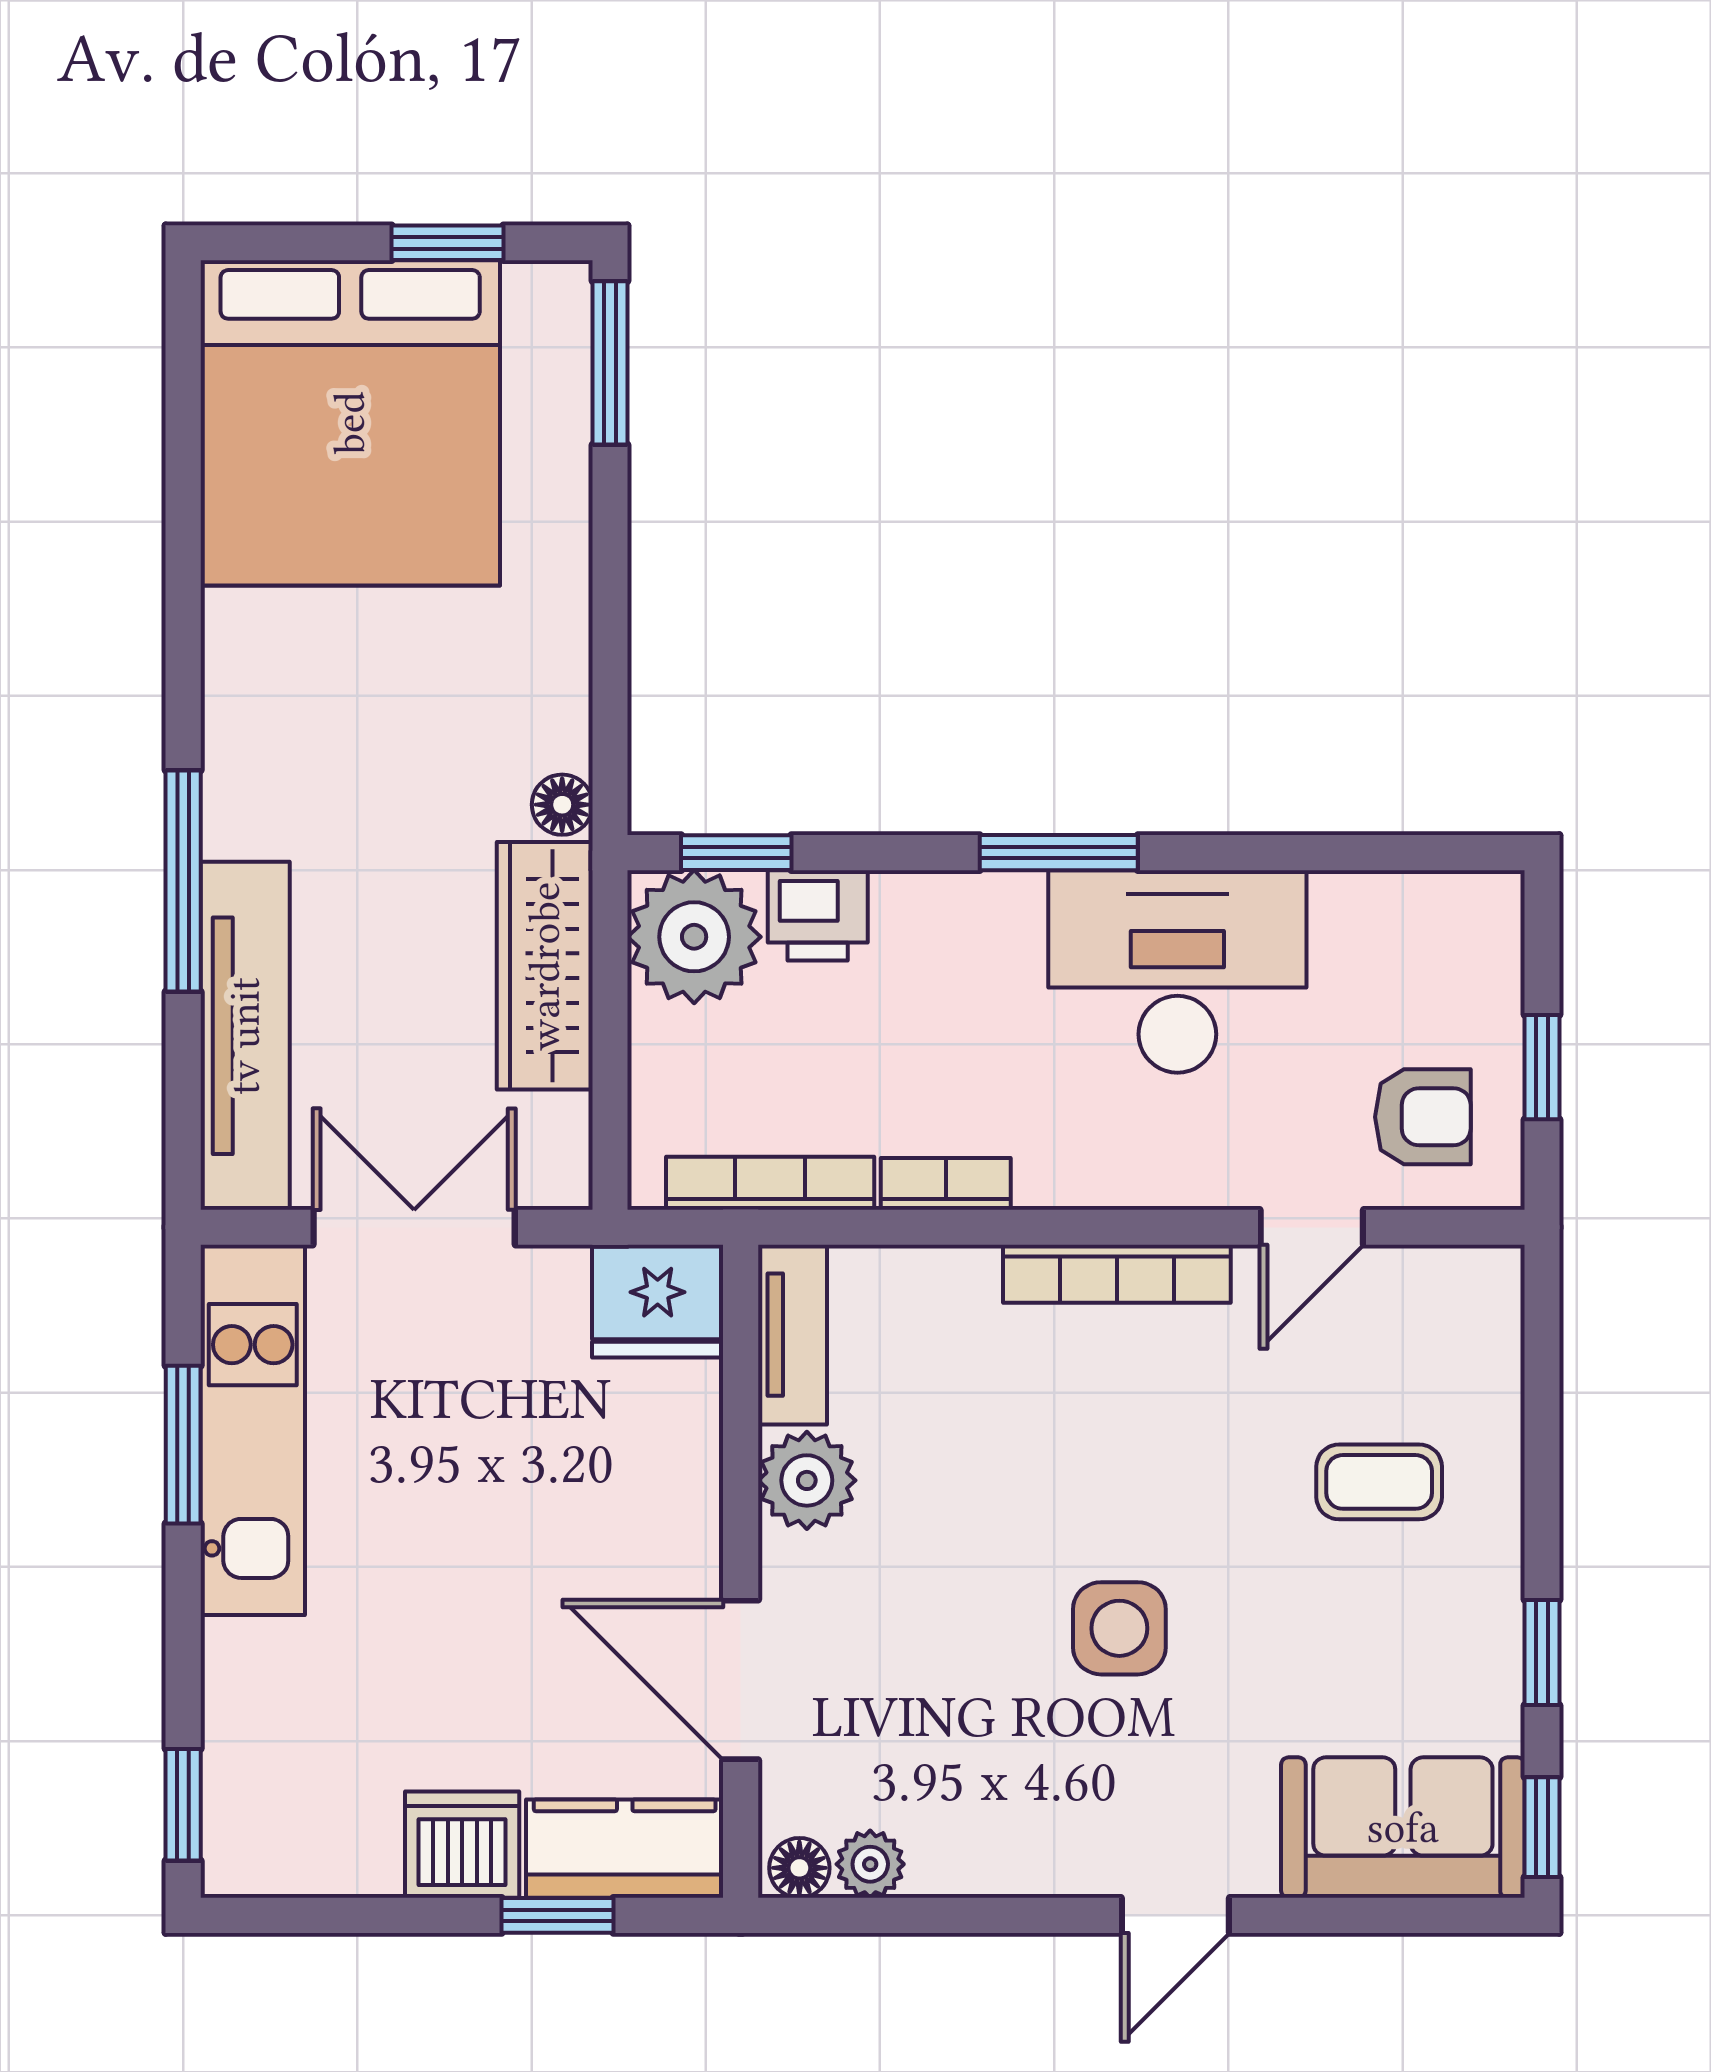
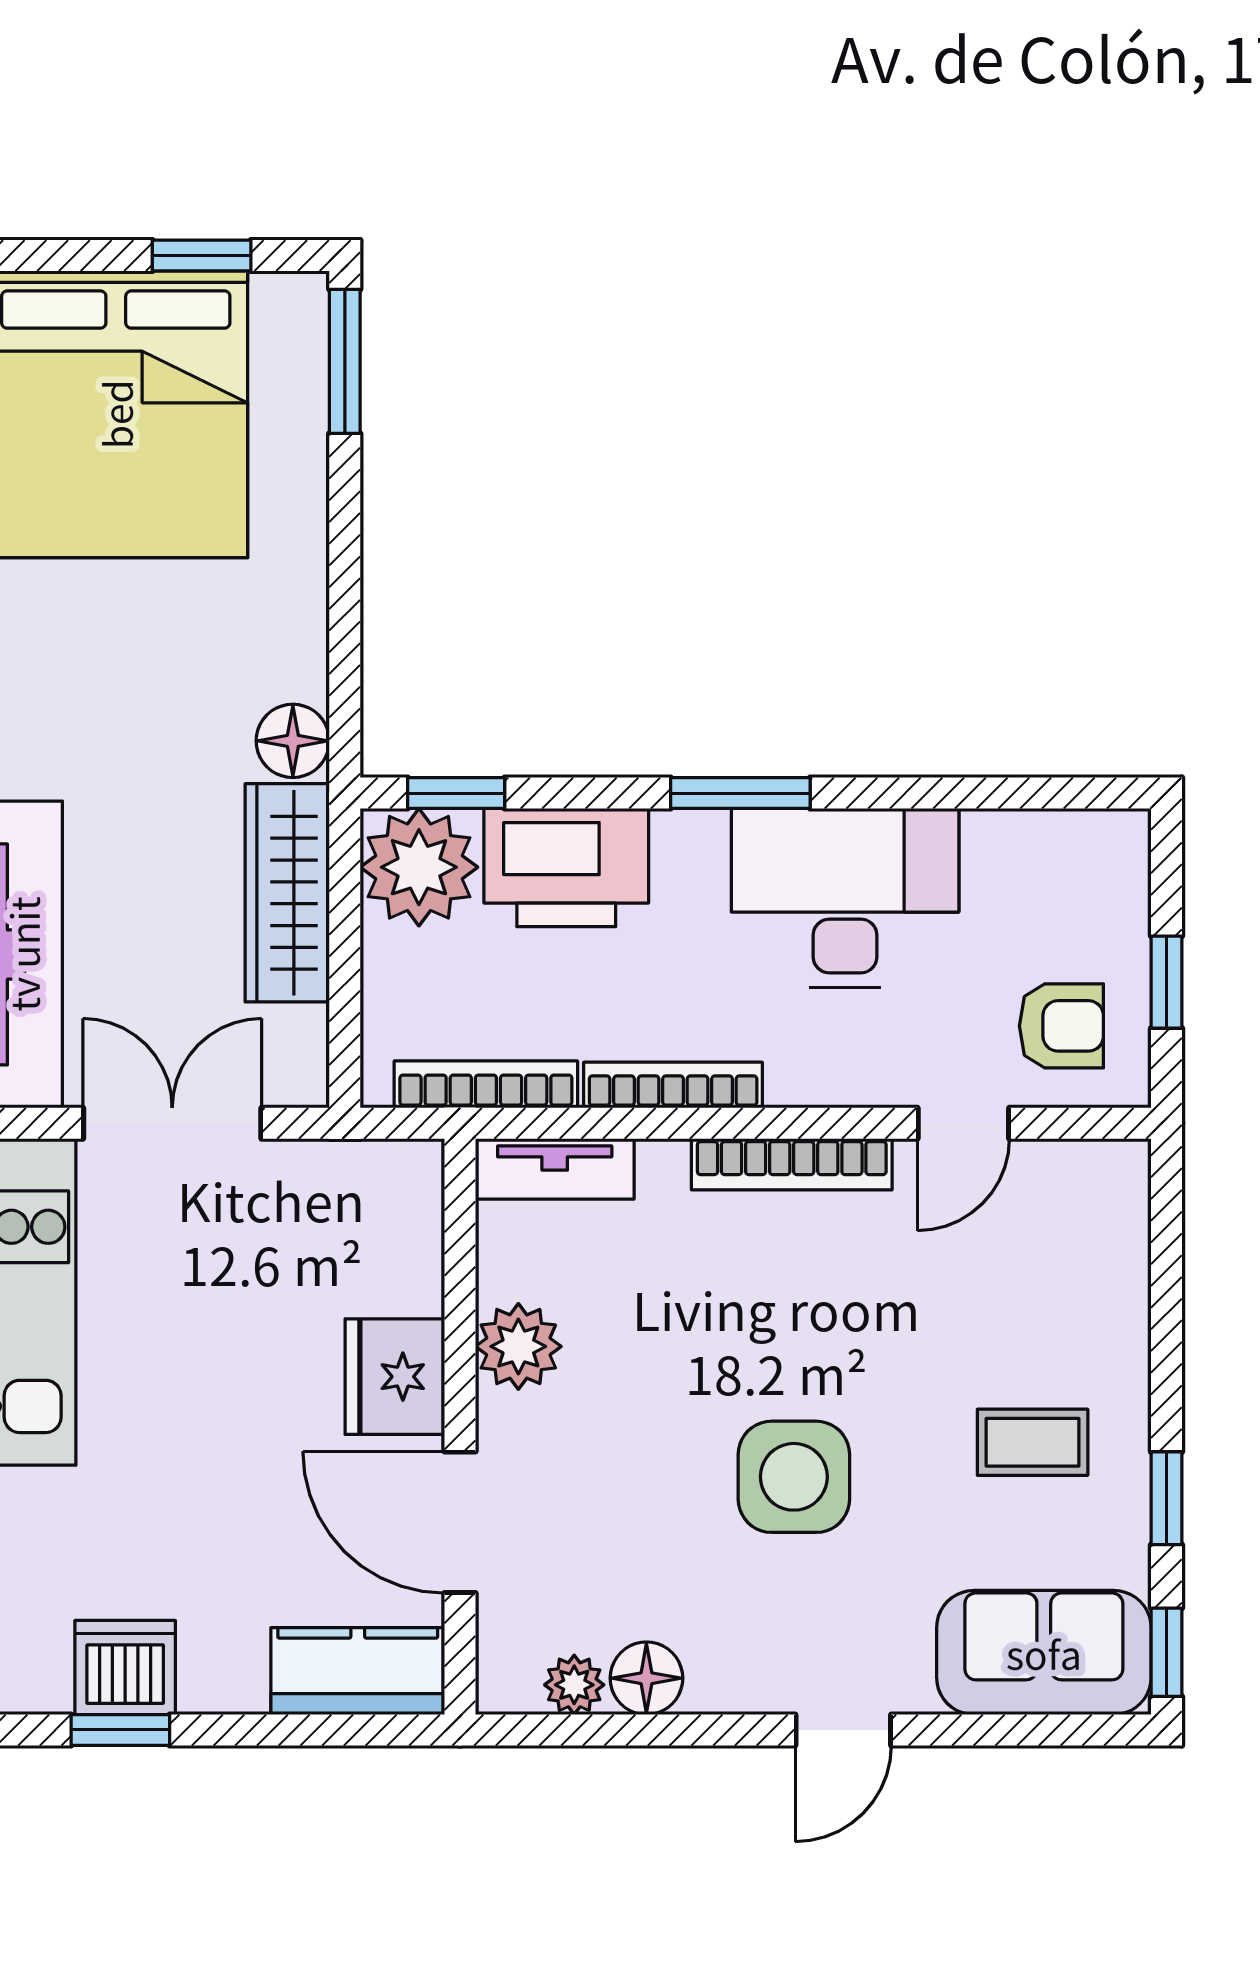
floor lamp: (562, 805) -> (293, 741), width x1.37, depth x1.37
printer: (818, 915) -> (566, 868), width x1.87, depth x1.48
bookcase: (946, 1184) -> (673, 1085), width x1.56
fridge: (658, 1301) -> (395, 1377), moved, turned 90
tv unit: (792, 1335) -> (555, 1169), moved, turned 90
coffee table: (1379, 1482) -> (1033, 1442), moved
side table: (1119, 1628) -> (794, 1477), width x1.37, depth x1.37
dishwasher: (462, 1845) -> (125, 1668), moved
floor lamp: (799, 1868) -> (646, 1678), moved, width x1.37, depth x1.37
window: (557, 1915) -> (120, 1730), moved

